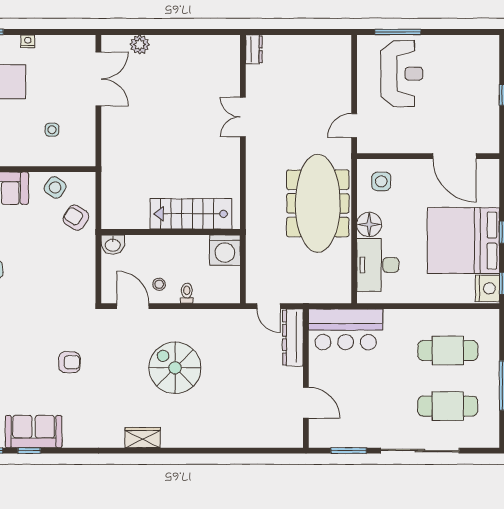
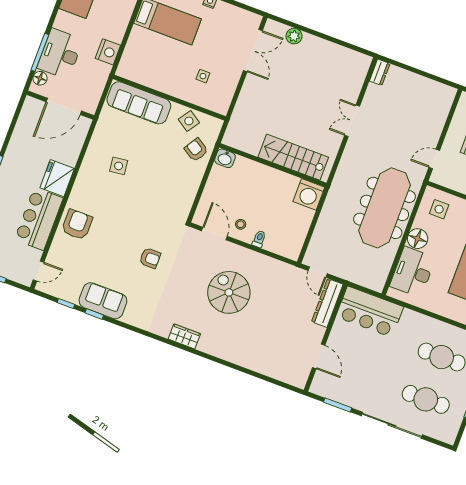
stairs: (191, 214) -> (293, 157), moved
wall: (171, 232) -> (273, 165), moved
washbasin: (113, 245) -> (225, 158), moved
washing machine: (225, 250) -> (309, 194), moved

